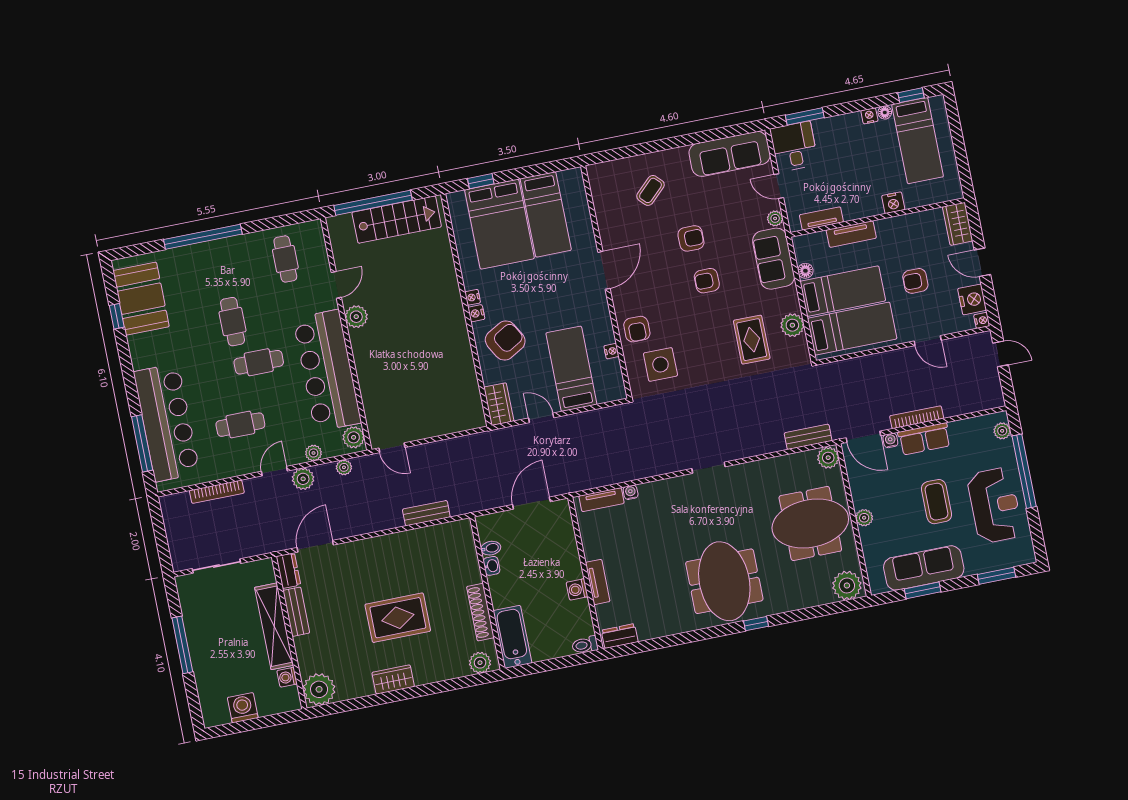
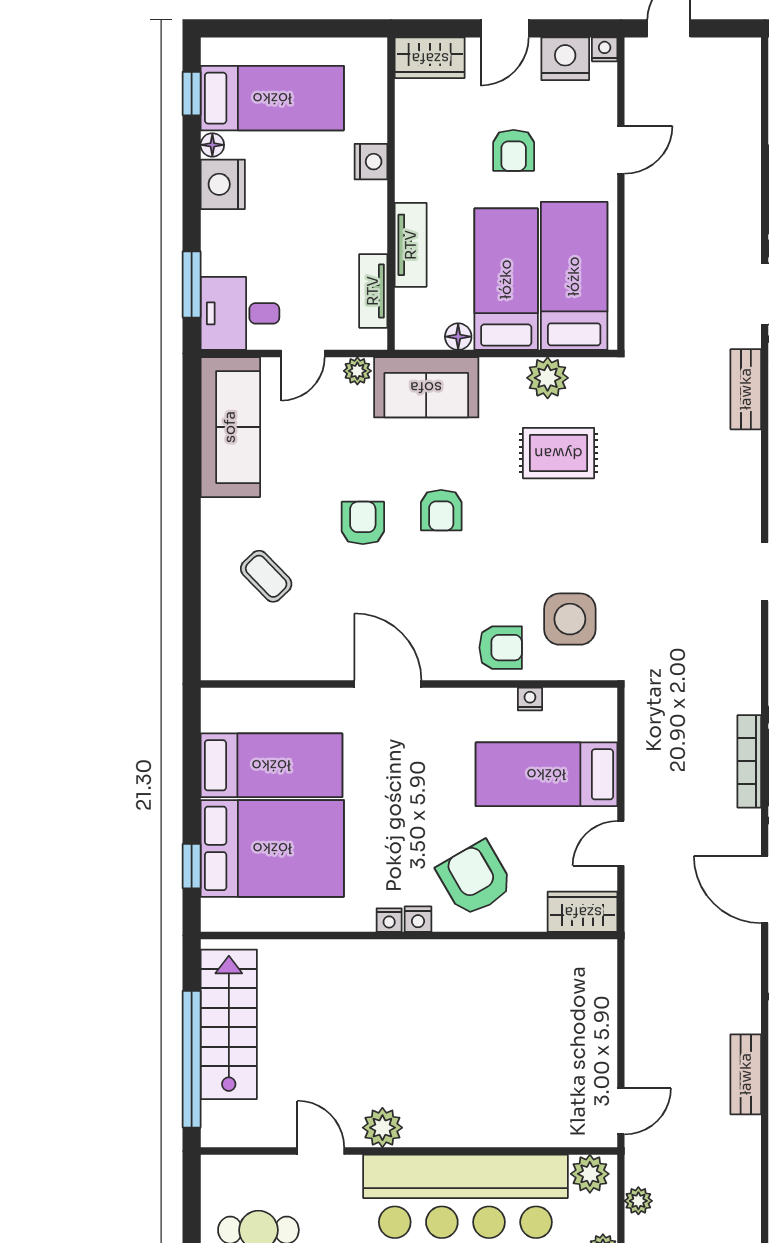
nightstand: (869, 116) -> (223, 184), width x1.89, depth x1.79
bookcase: (917, 417) -> (749, 761), moved

